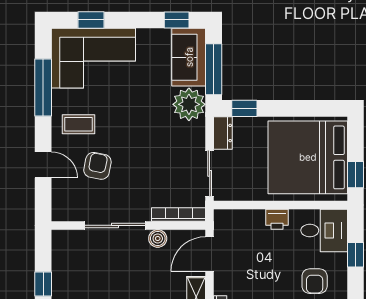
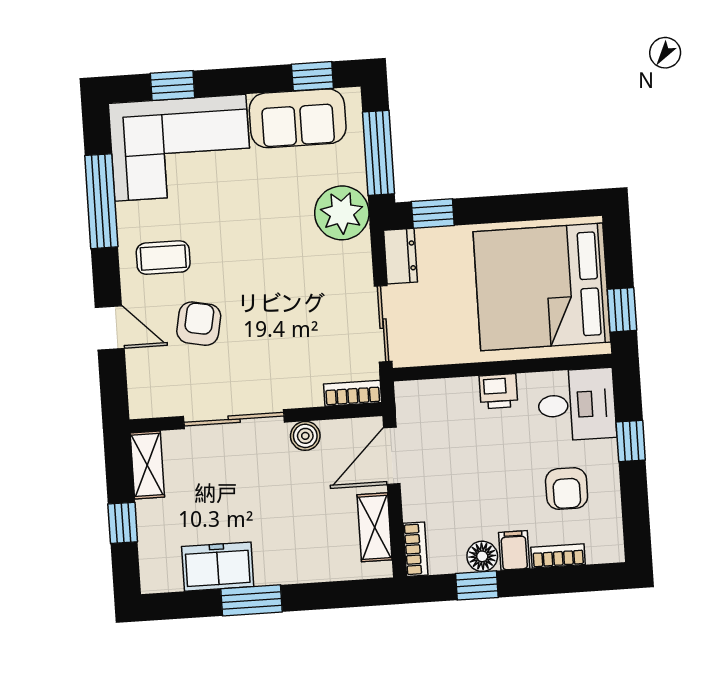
sofa: (189, 57) -> (298, 118), moved, turned -90
bookcase: (179, 214) -> (353, 393), width x0.64
shelving: (60, 250) -> (147, 465), added

